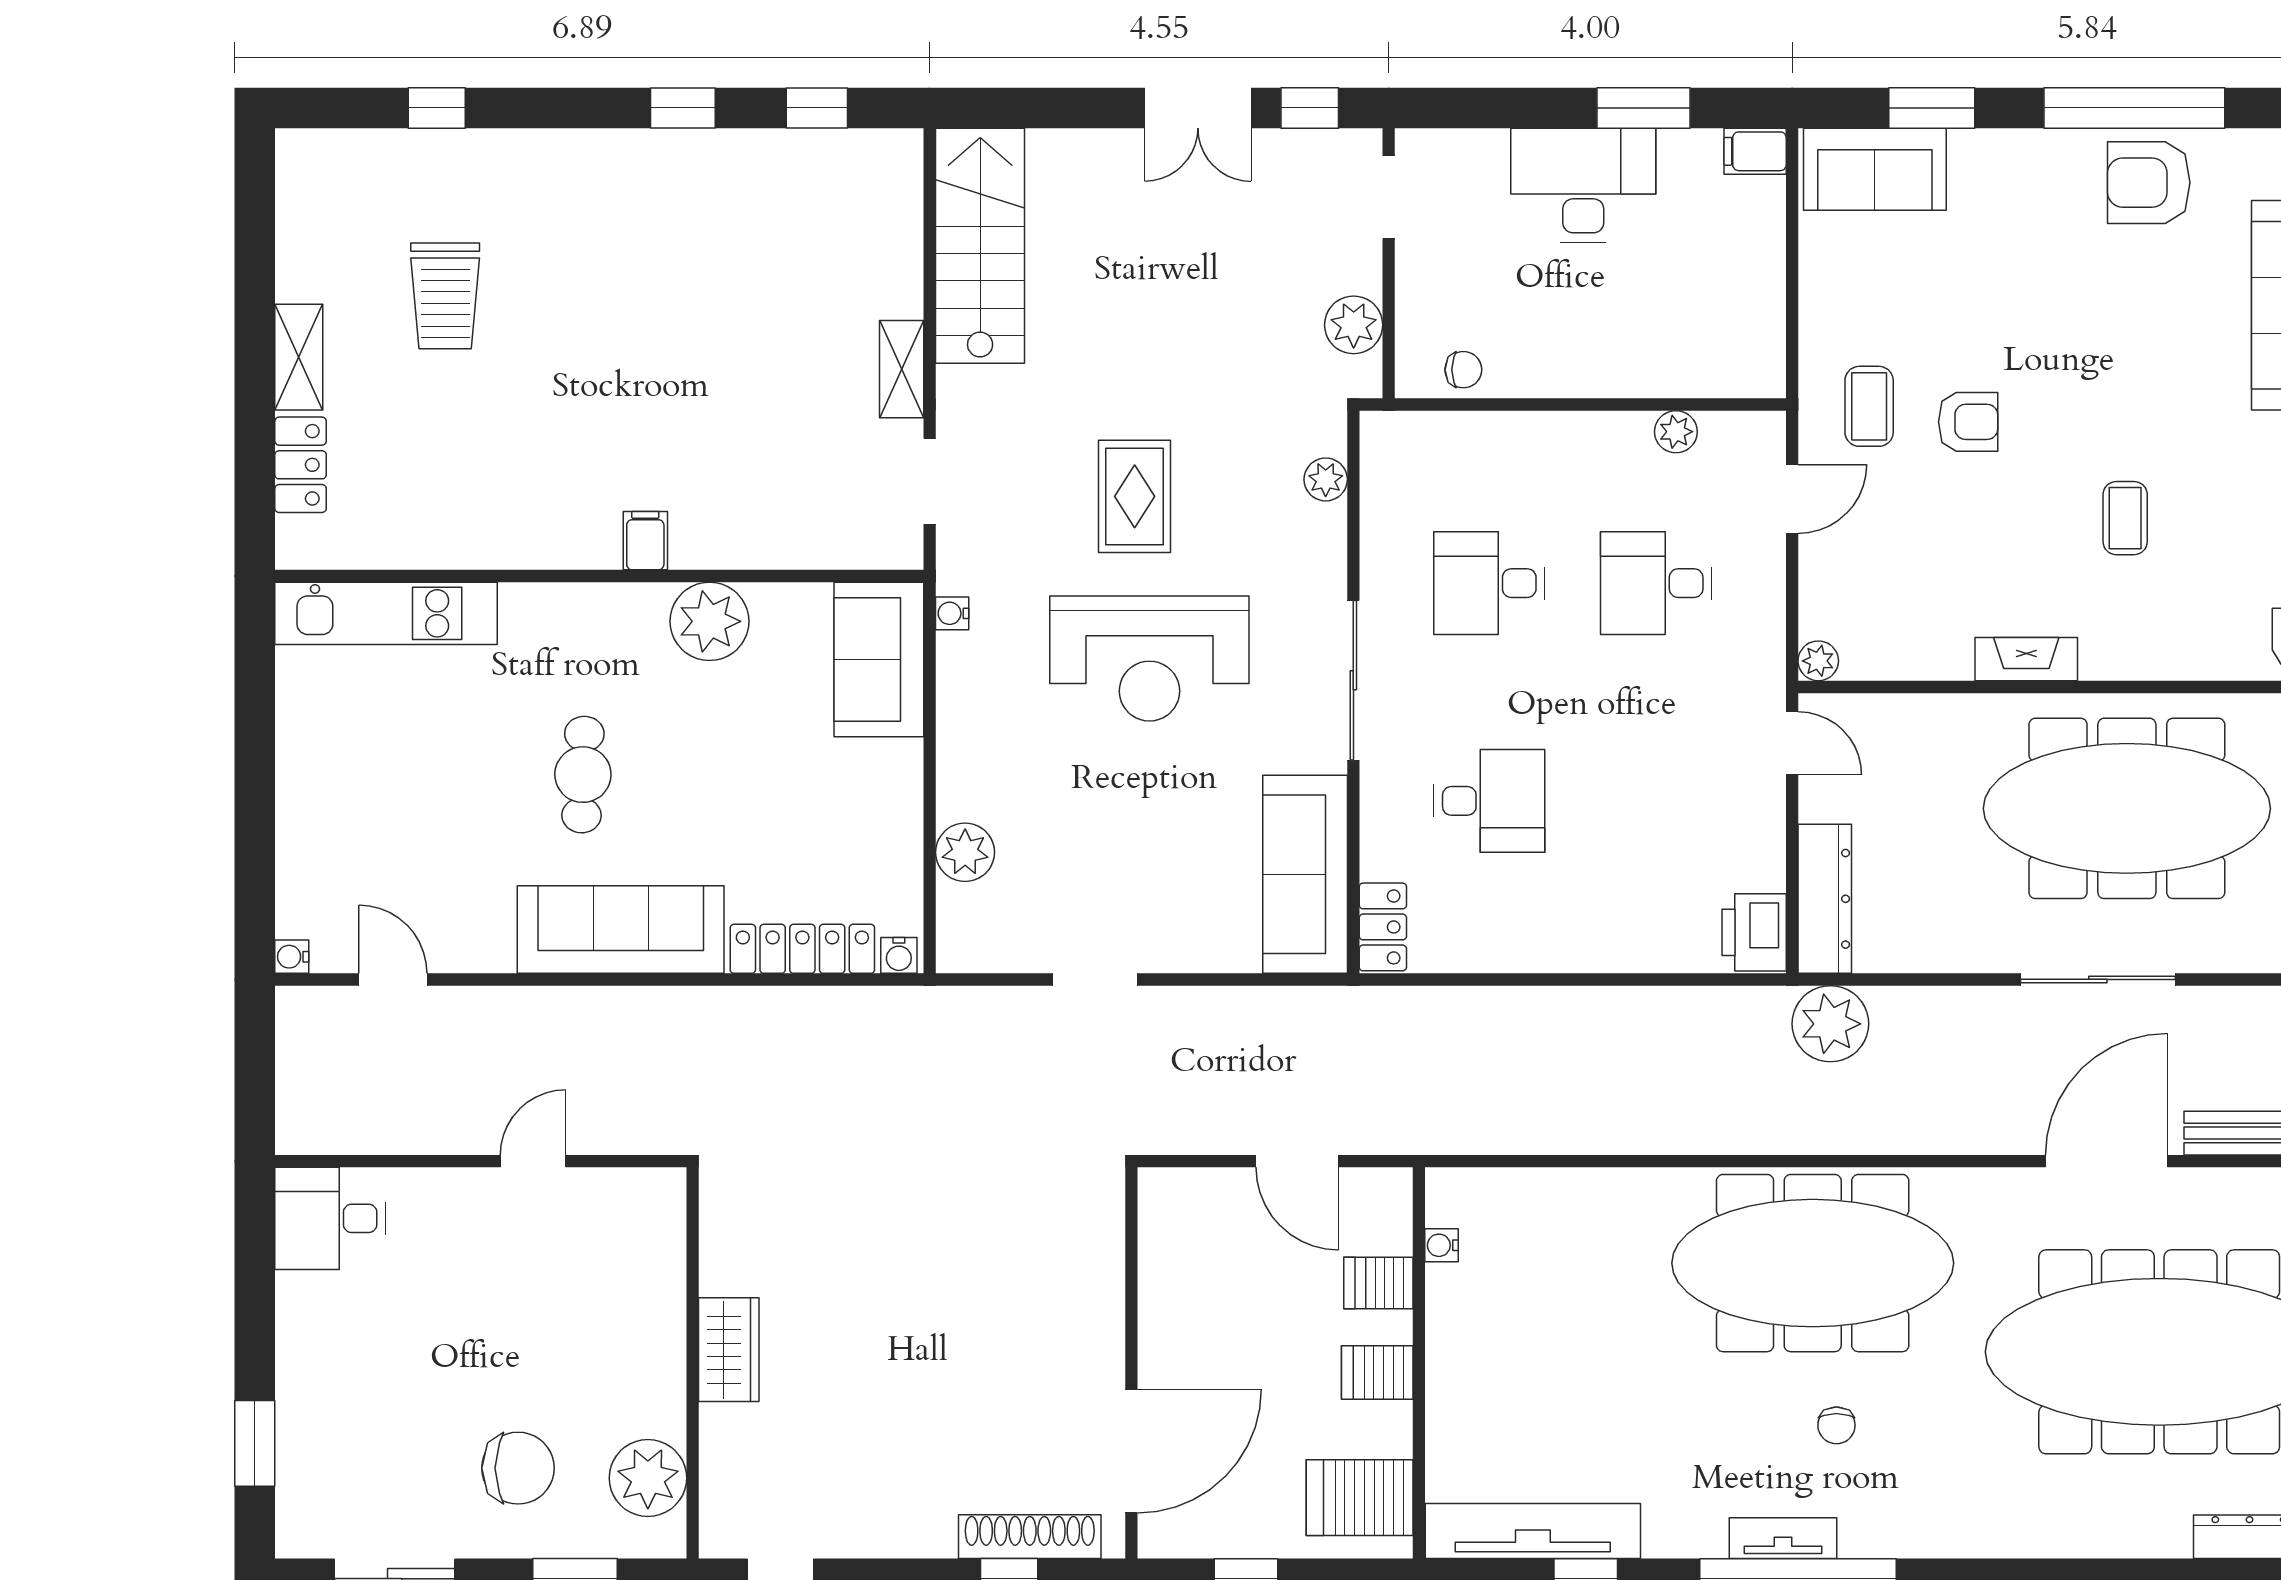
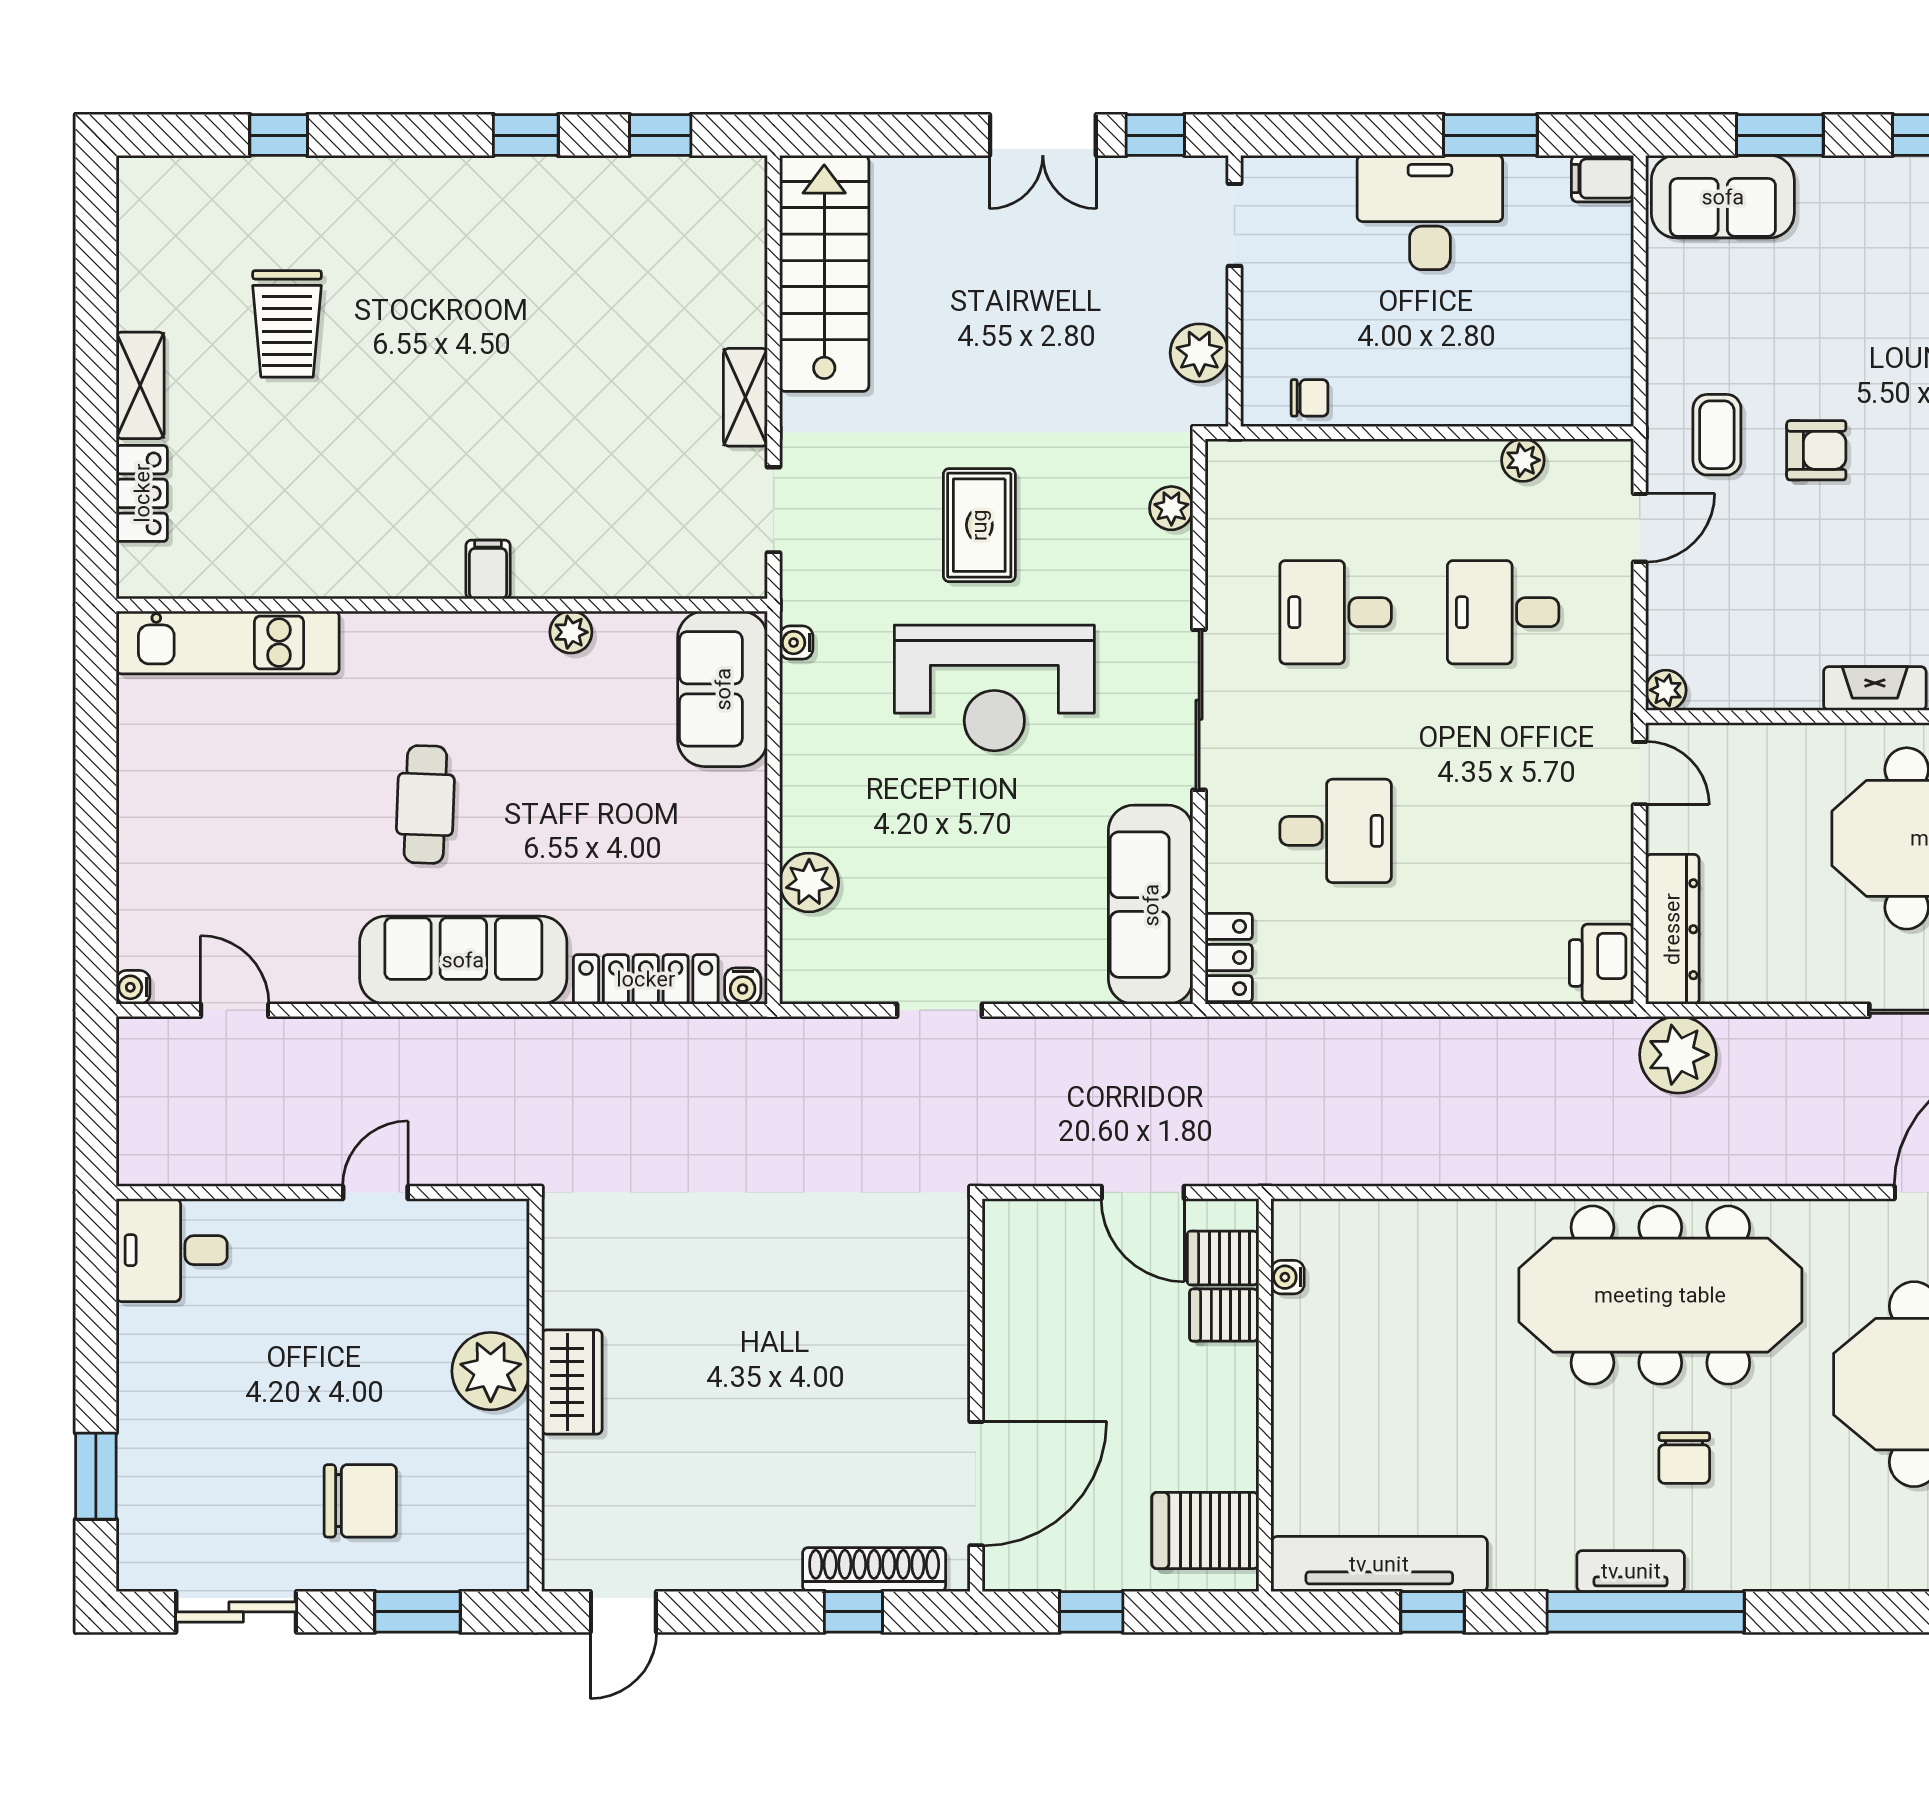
plant: (709, 621) -> (571, 632), width x0.53, depth x0.53
server rack: (1377, 1372) -> (1223, 1258), moved
chair: (1836, 1425) -> (1684, 1458), width x1.37, depth x1.37
plant: (648, 1478) -> (491, 1371), moved

